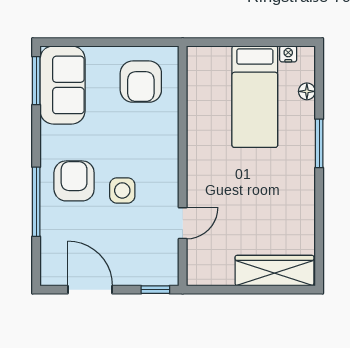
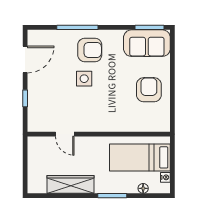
armchair: (141, 82) -> (149, 90), turned 90
wall: (183, 166) -> (99, 134), moved
door: (183, 223) -> (65, 134), moved
wardrobe: (274, 271) -> (71, 184), moved, turned -90

